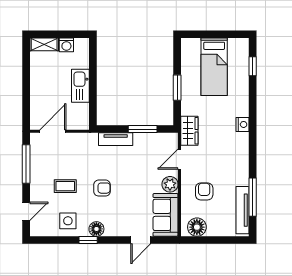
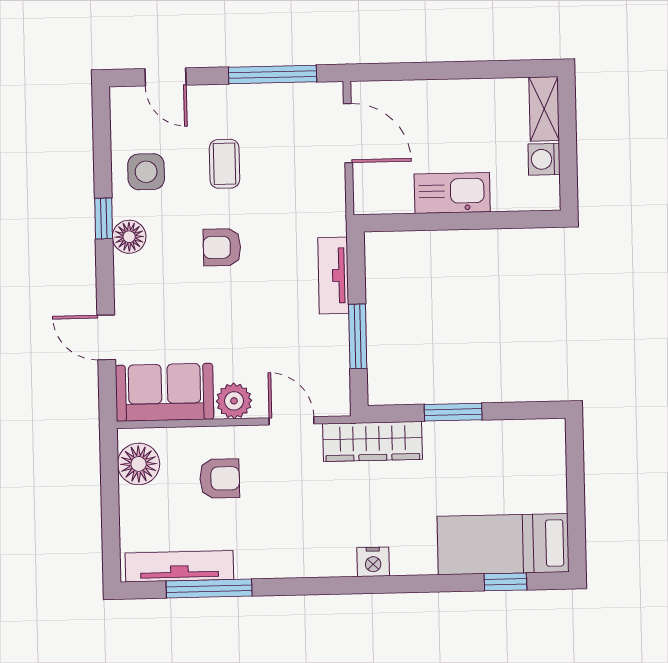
bed: (214, 67) -> (503, 544), moved
wardrobe: (189, 131) -> (373, 441), width x1.50
armchair: (102, 188) -> (222, 247), turned 90

